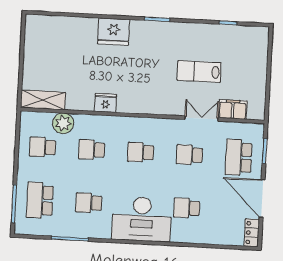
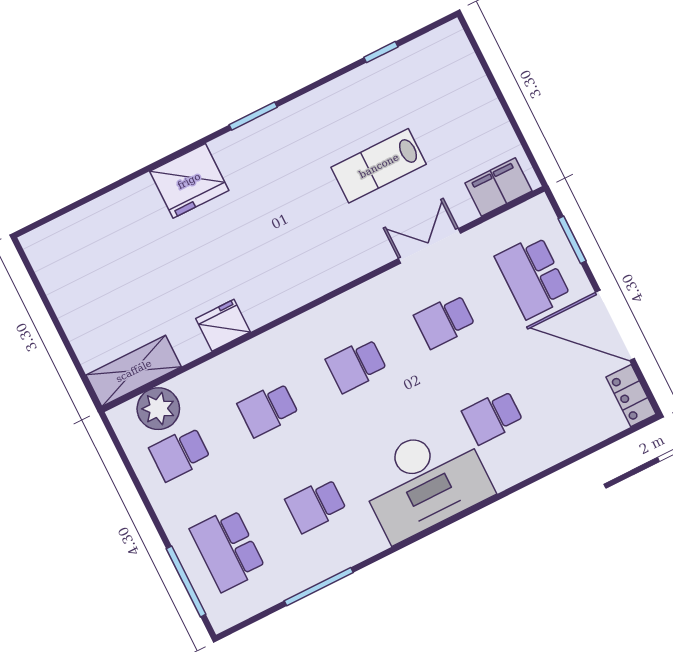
fridge: (106, 103) -> (223, 325), moved
filing cabinet: (233, 109) -> (498, 187), moved
plant: (63, 123) -> (158, 409), moved

